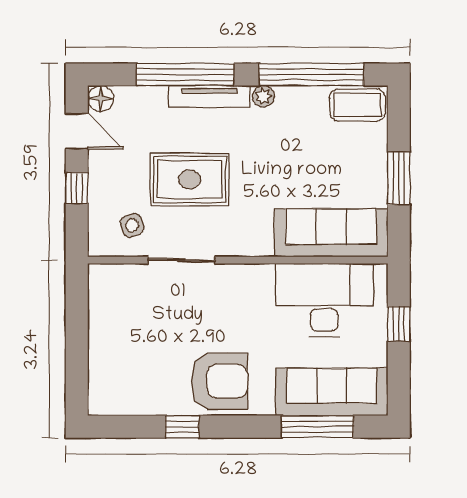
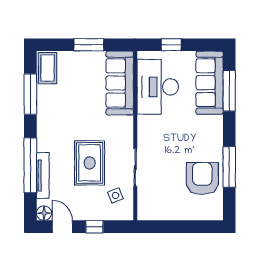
window: (311, 75) -> (30, 94), width x0.68
plant: (263, 96) -> (43, 121), removed
tv unit: (210, 97) -> (43, 175), moved
door: (77, 131) -> (62, 227), hinge flipped
armchair: (219, 381) -> (202, 178), moved
window: (182, 427) -> (229, 167), width x2.17

